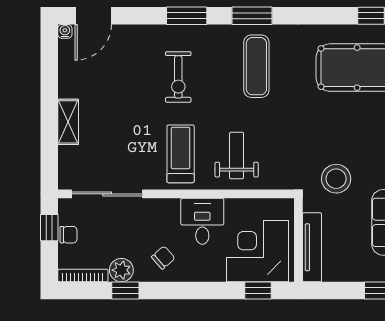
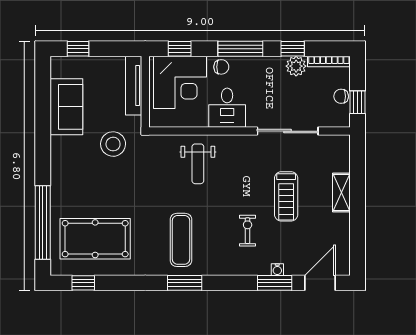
window: (187, 16) -> (275, 283), moved
water cooler: (65, 31) -> (277, 270), moved
exercise bike: (178, 77) -> (248, 231), width x0.73, depth x0.72
treadmill: (181, 154) -> (286, 196), moved
sliding door: (107, 194) -> (288, 131), moved
chair: (163, 258) -> (221, 67), moved, turned -139
window: (187, 291) -> (240, 49), added

